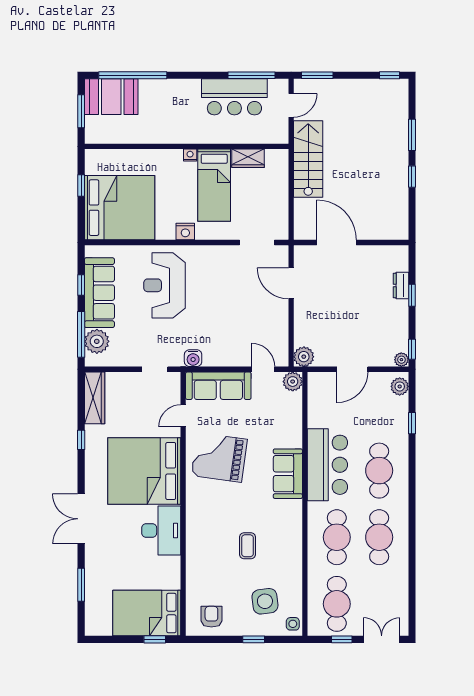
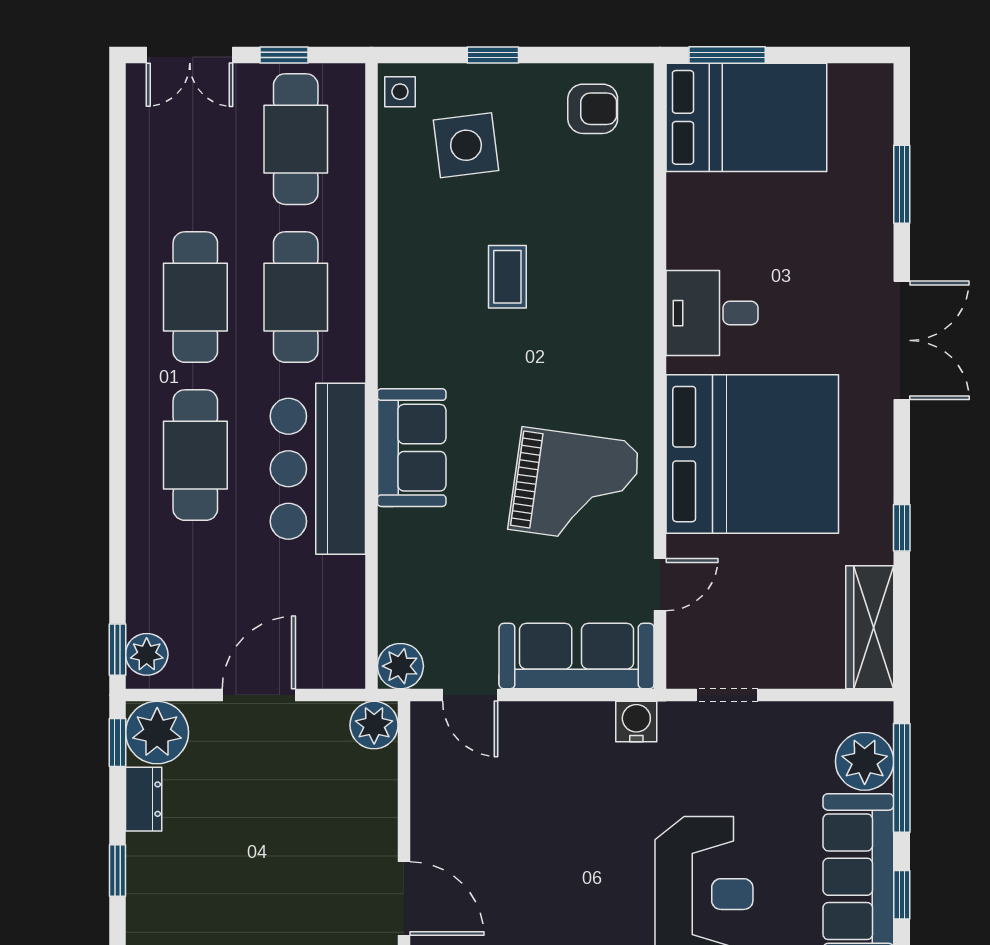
dresser: (401, 285) -> (144, 799), moved
plant: (401, 360) -> (157, 733), width x1.87, depth x1.87
window: (412, 423) -> (117, 650), moved
desk: (161, 530) -> (712, 313), width x0.73
armchair: (211, 617) -> (593, 109), turned -90
window: (155, 639) -> (727, 55), width x1.50

